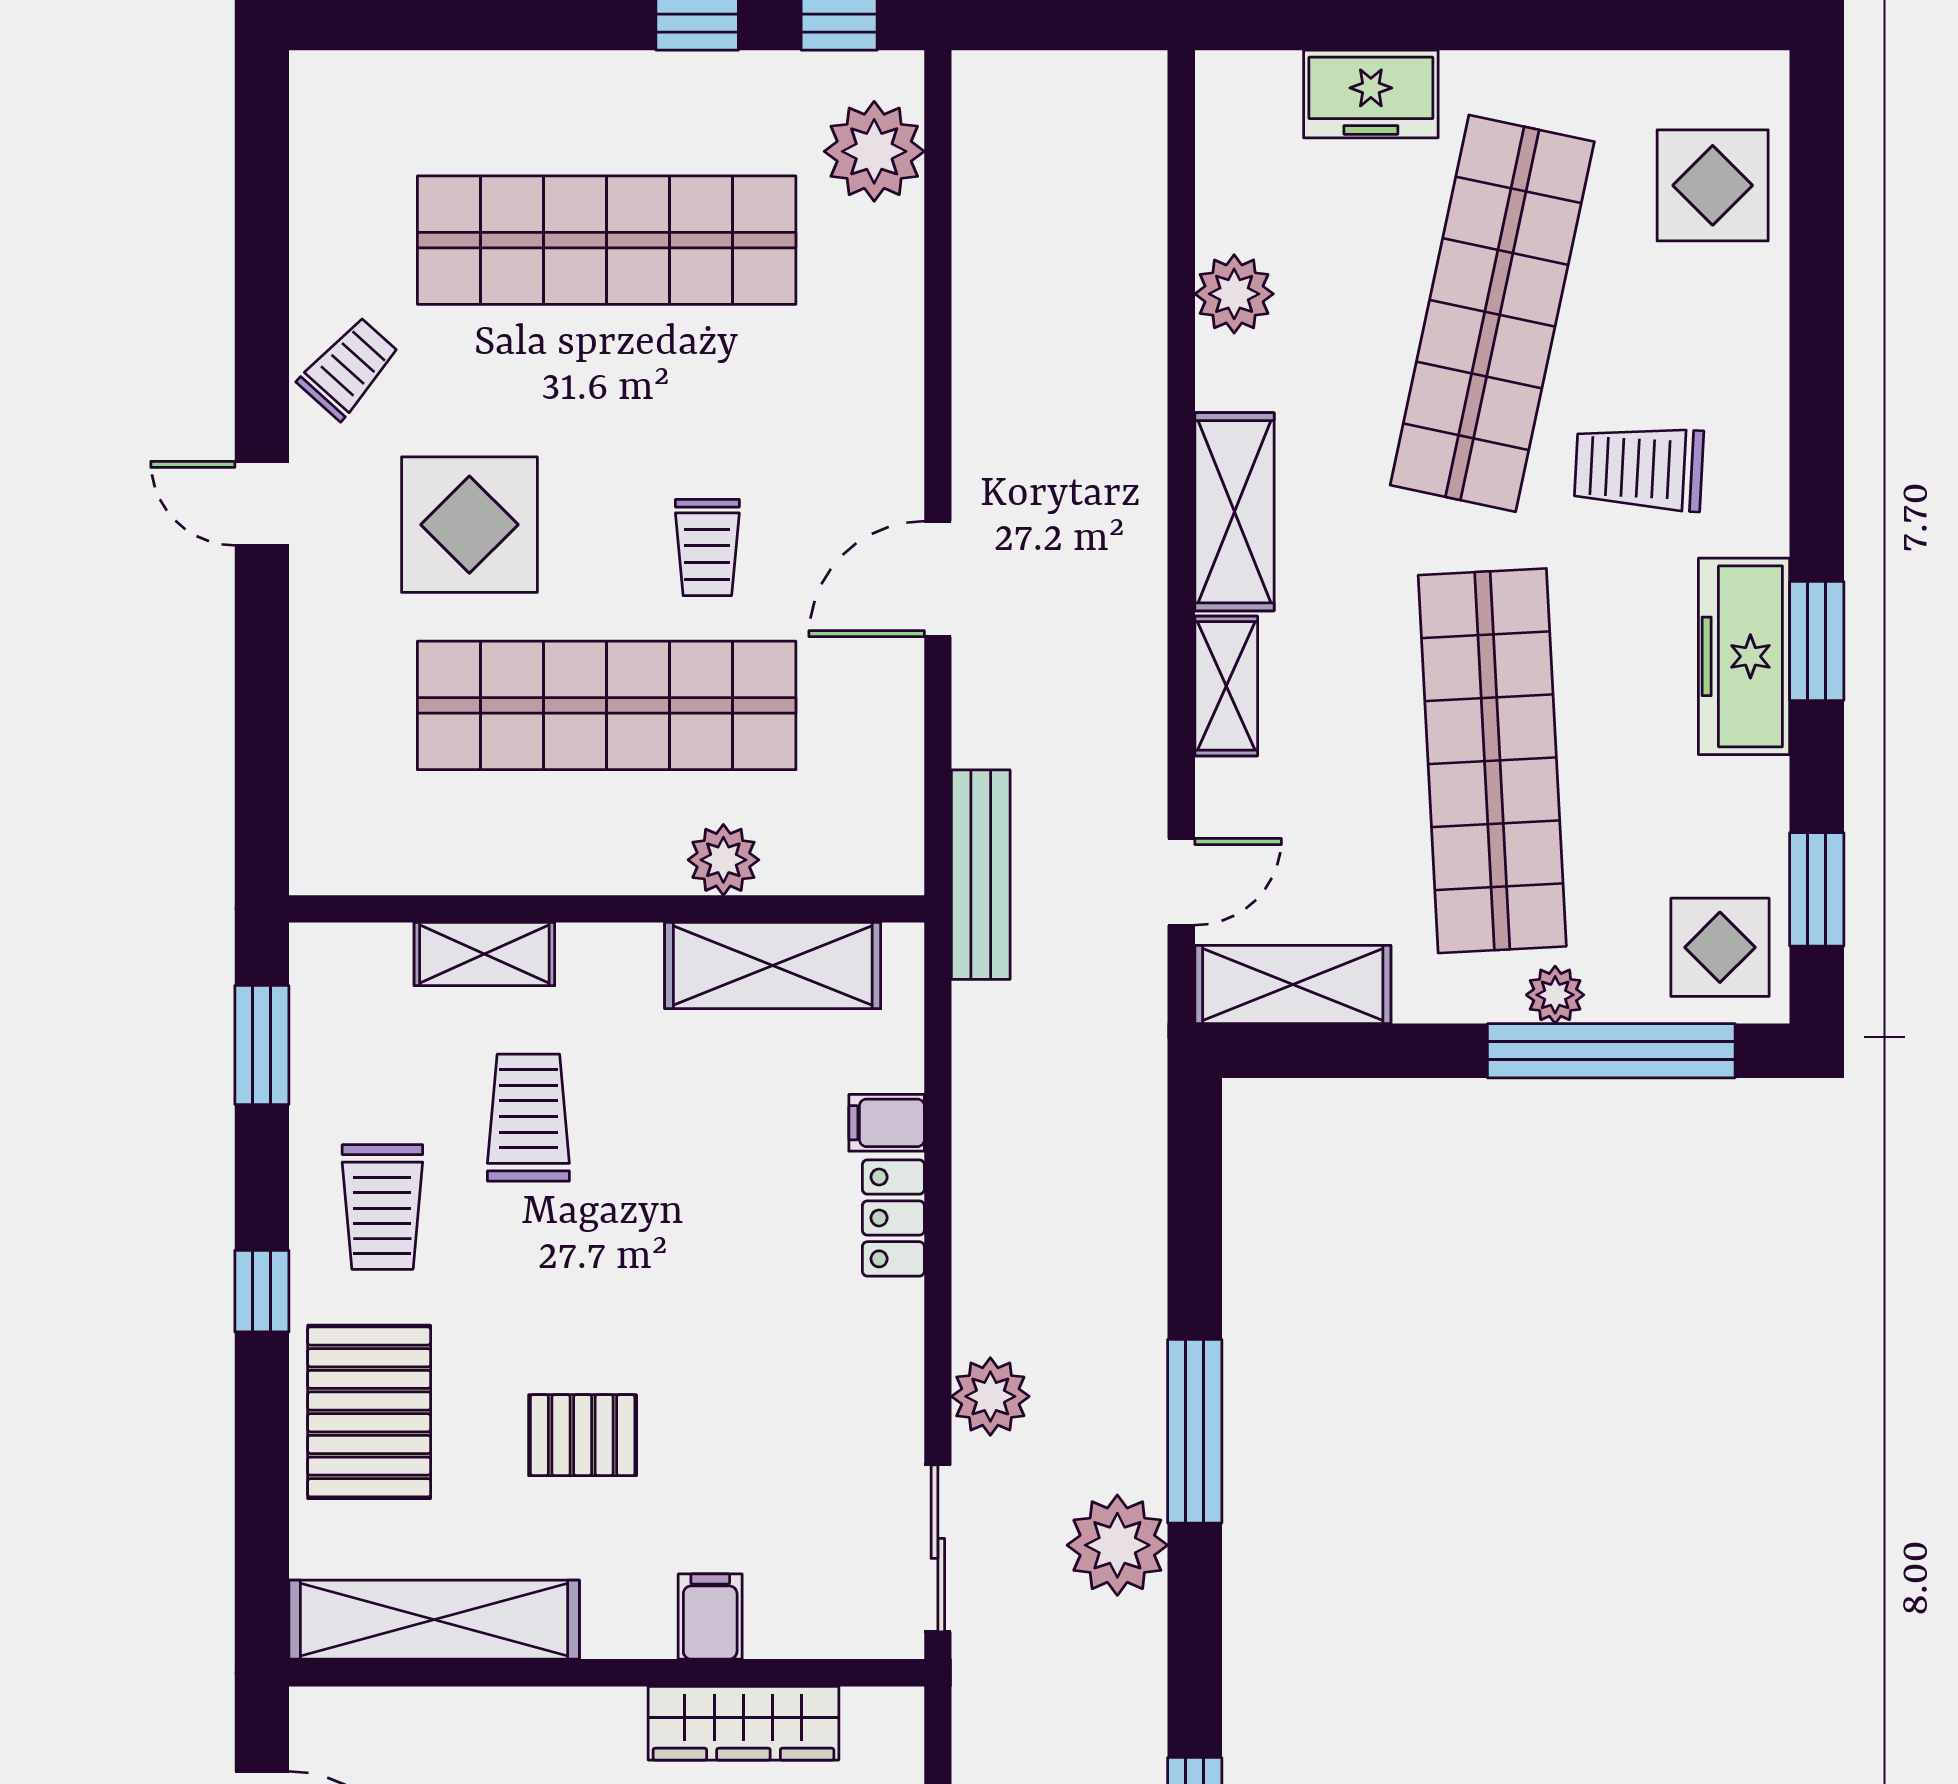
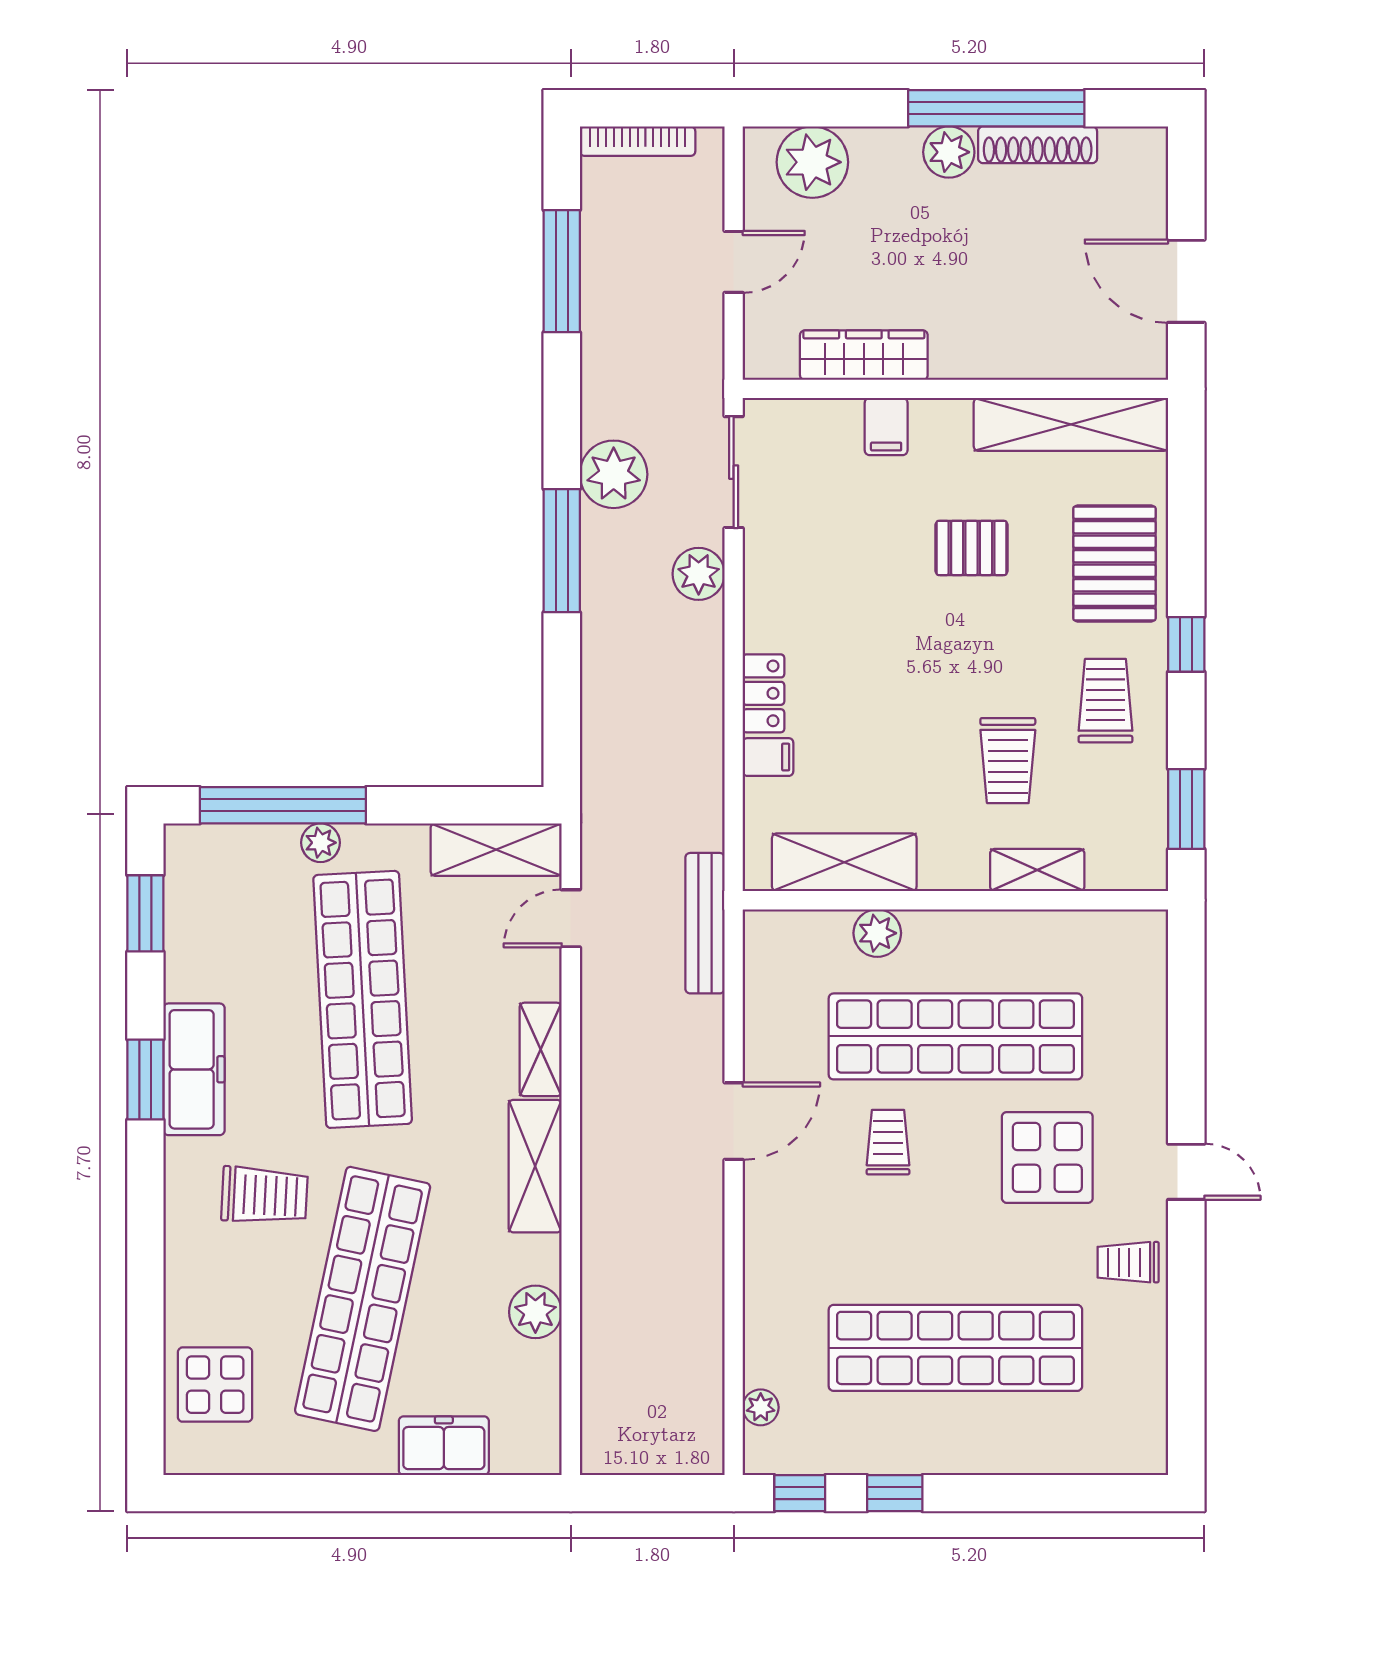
plant: (874, 151) -> (761, 1407), width x0.53, depth x0.53
trolley: (349, 368) -> (1128, 1262), turned 48
display table: (1720, 947) -> (210, 875), removed

